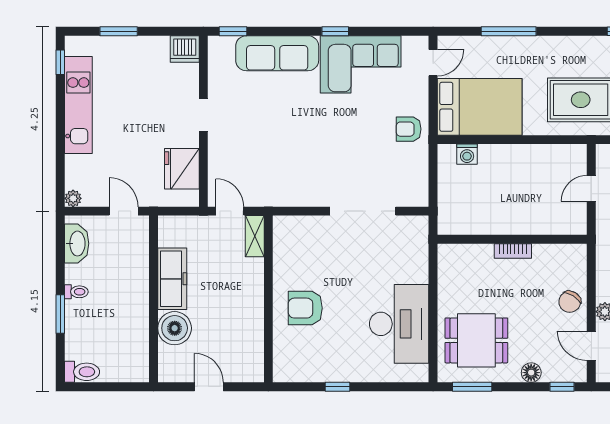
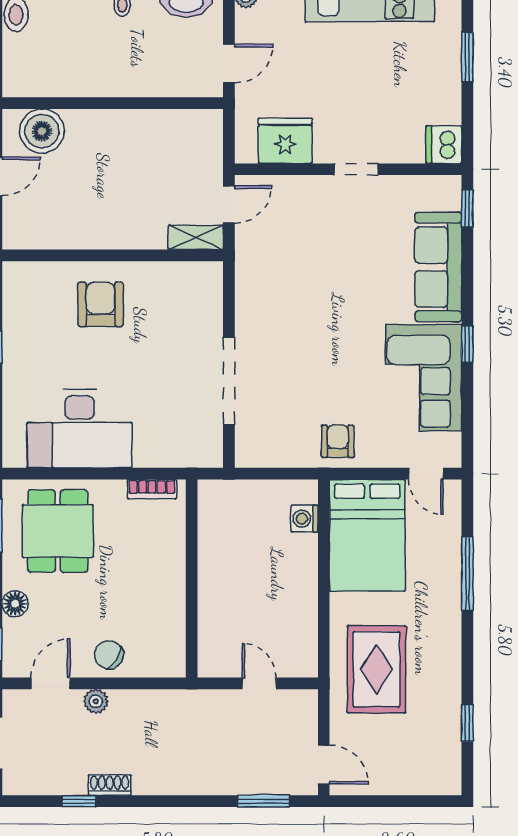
bookcase: (513, 251) -> (152, 489), moved, turned -90
freezer: (172, 279) -> (139, 128), removed
boiler: (175, 328) -> (42, 131), moved

